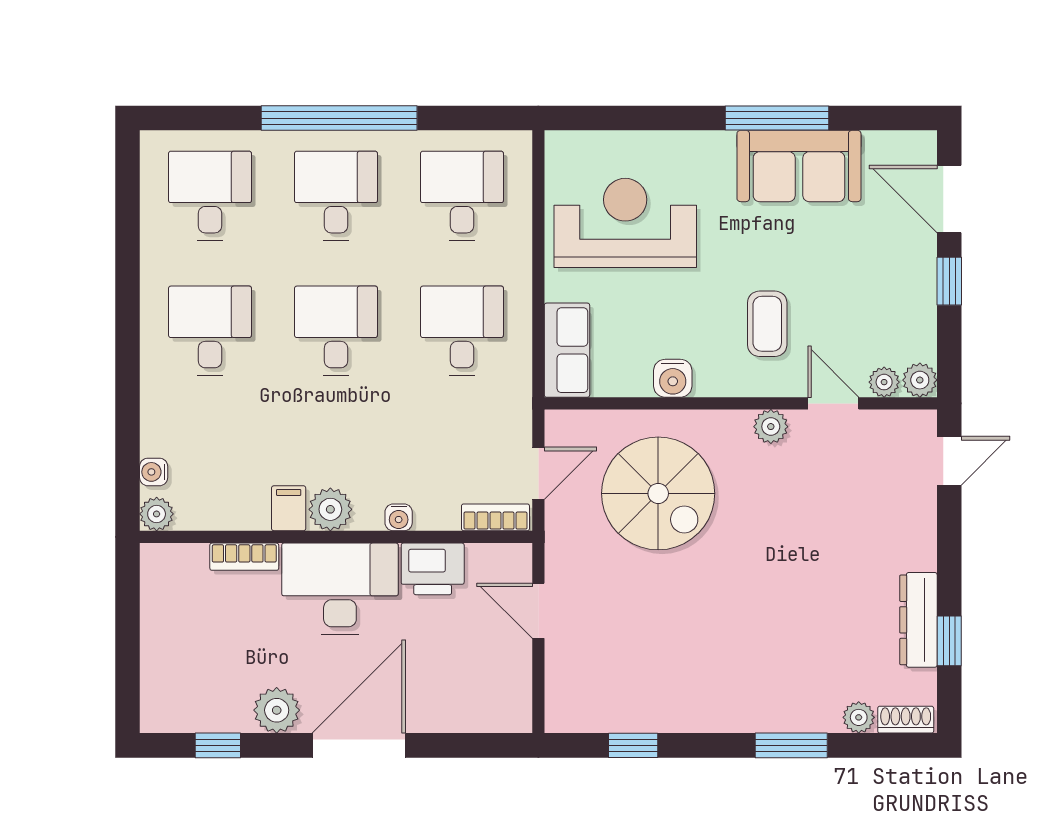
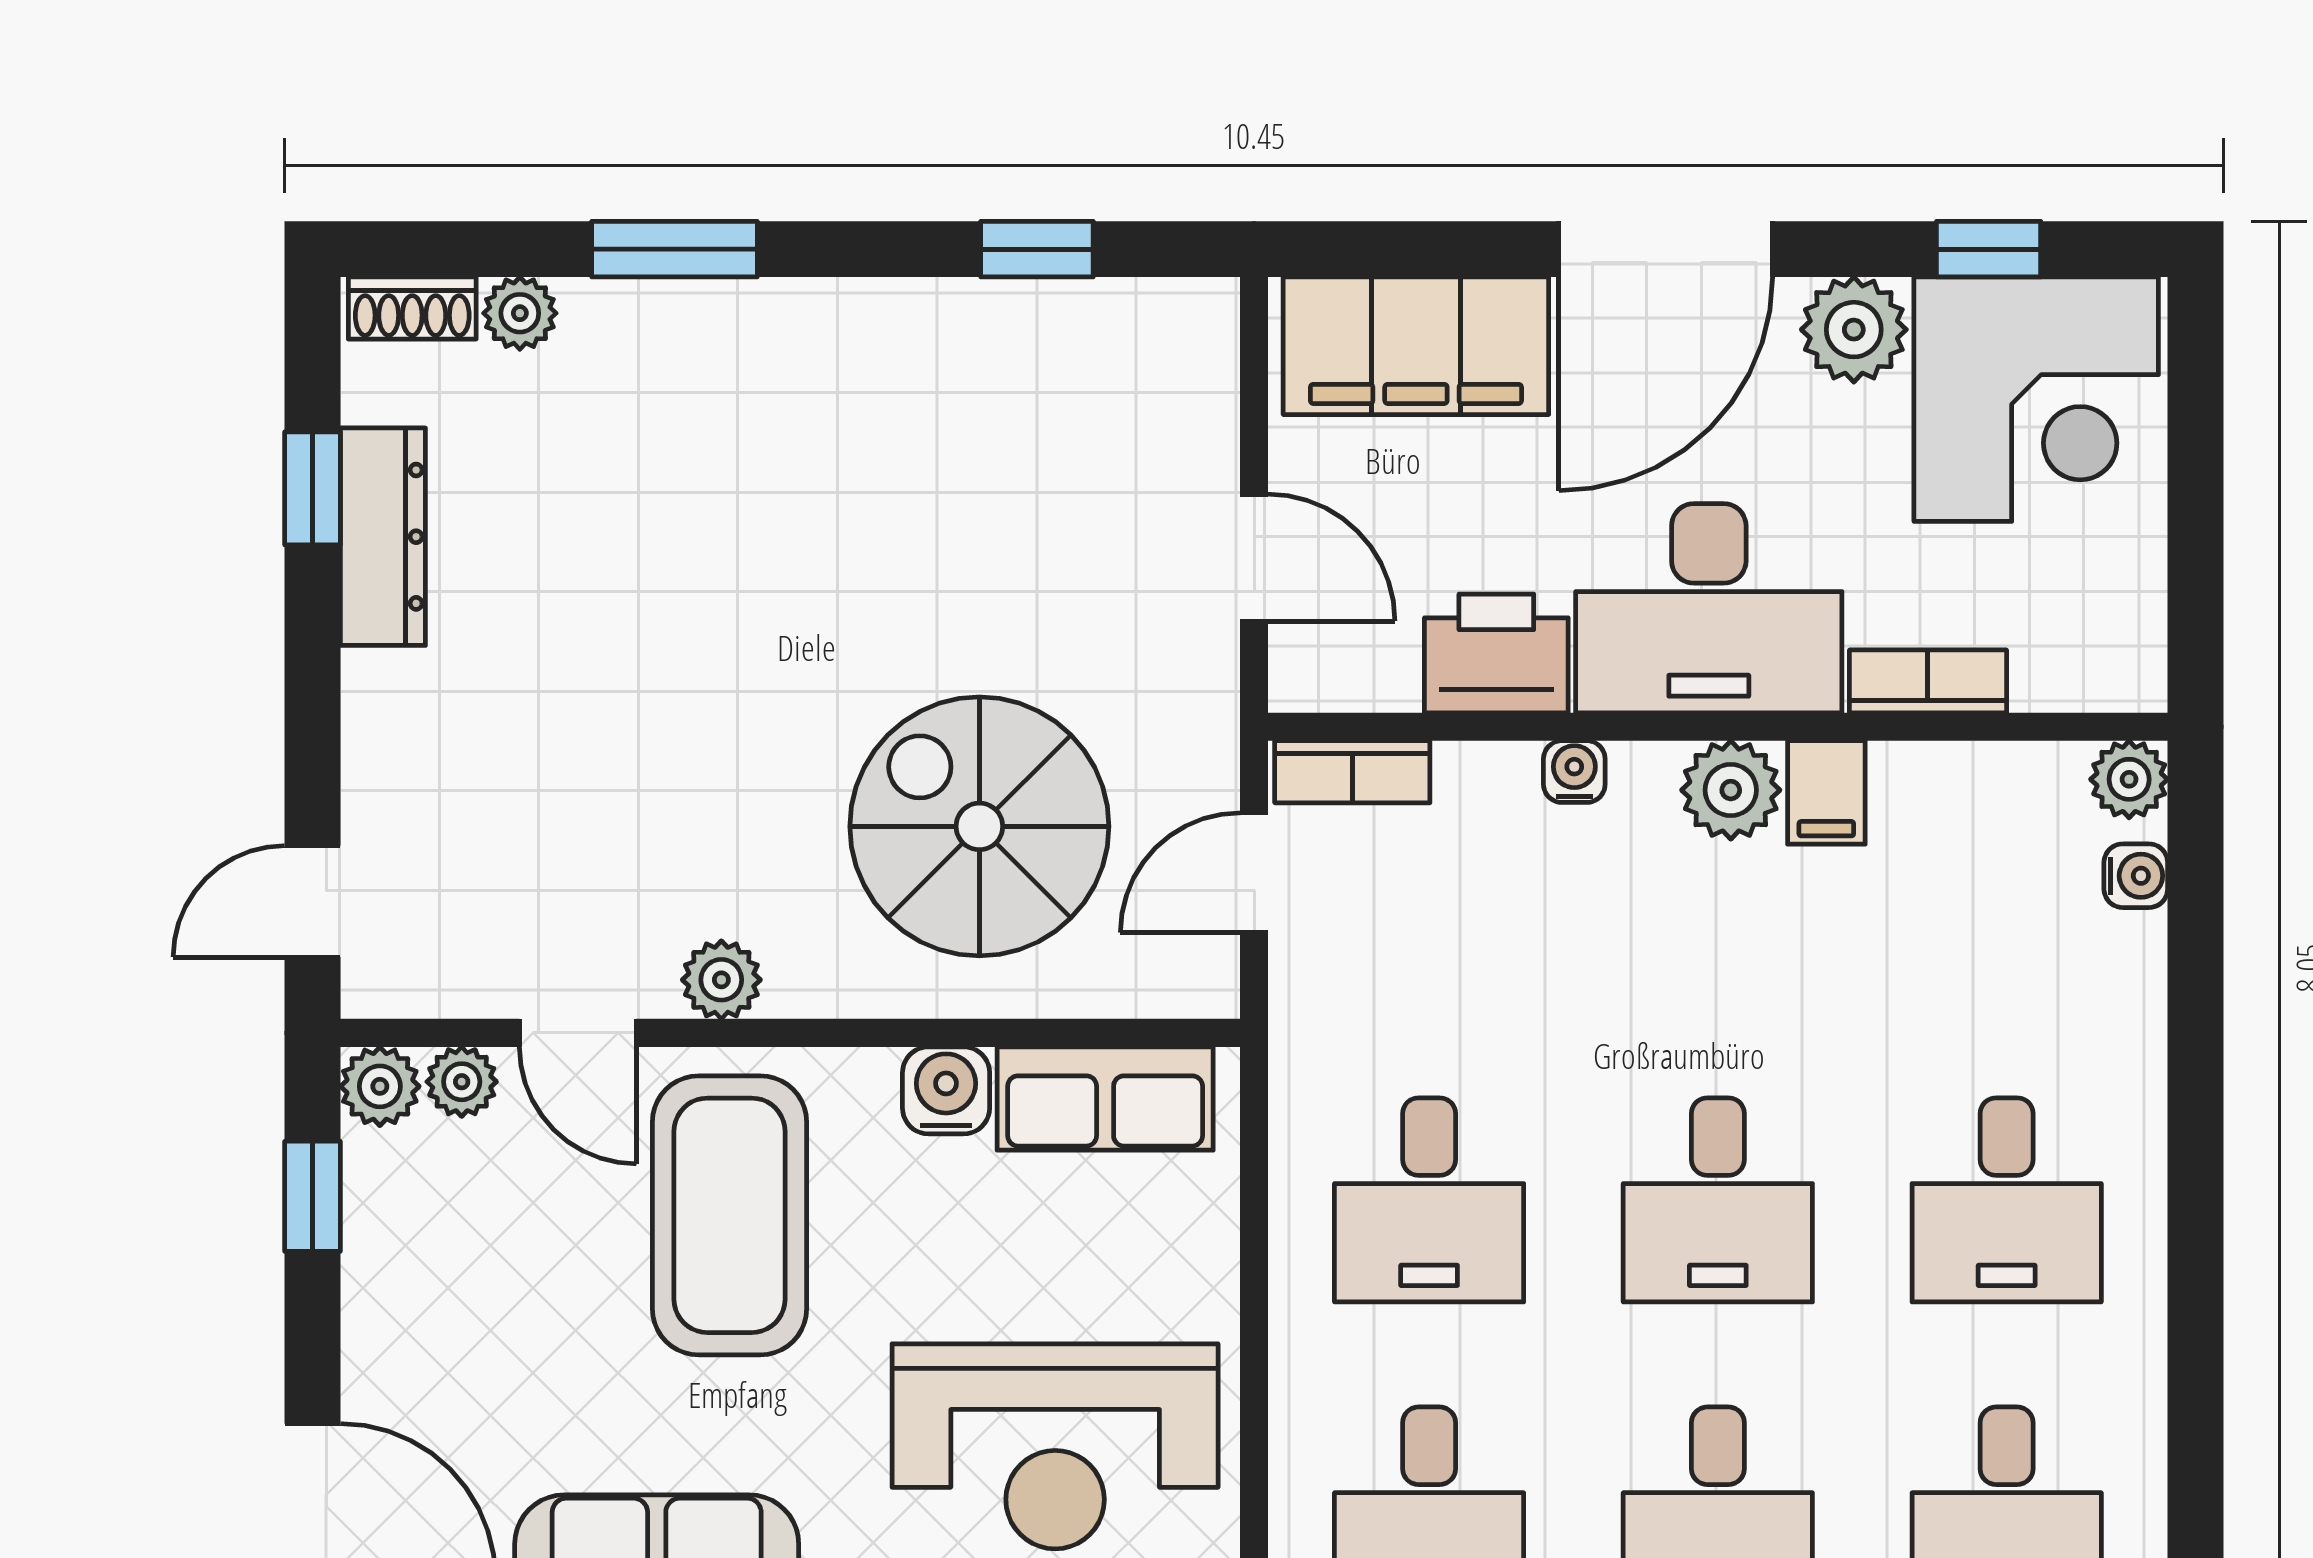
window: (949, 281) -> (313, 1196), moved
coffee table: (767, 324) -> (730, 1215), width x1.86, depth x1.72
row of seats: (567, 350) -> (1105, 1099), moved, turned -90
corner desk: (197, 680) -> (2036, 399), added
filing cabinet: (468, 703) -> (1416, 346), added

